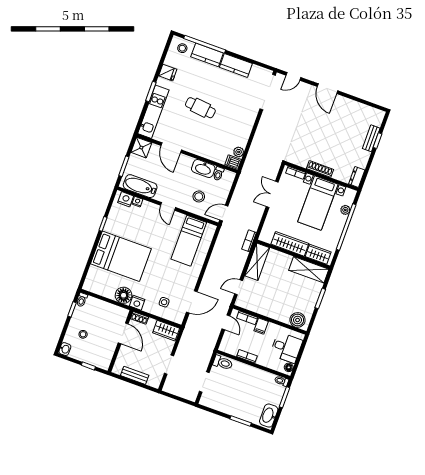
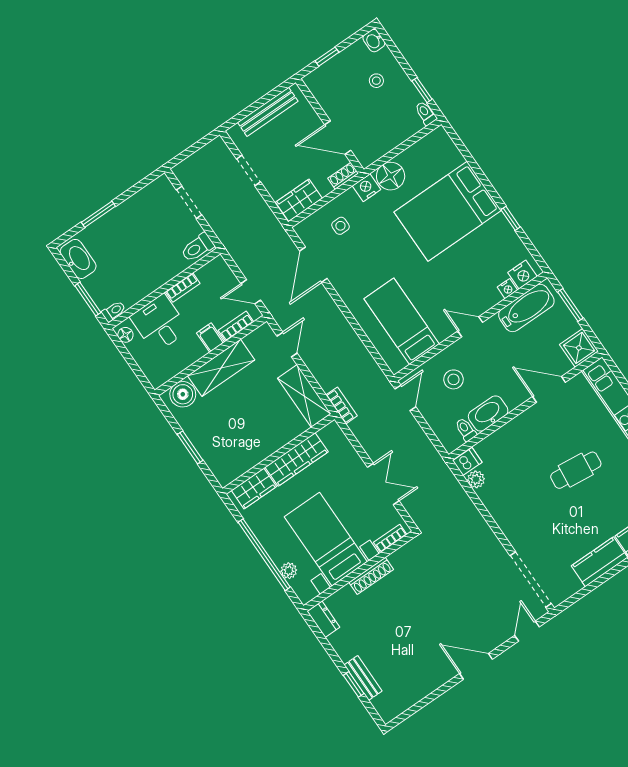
shelving: (309, 270) -> (221, 368), moved
desk: (286, 348) -> (159, 324), moved, turned 90
bench: (135, 375) -> (268, 112), width x1.36

